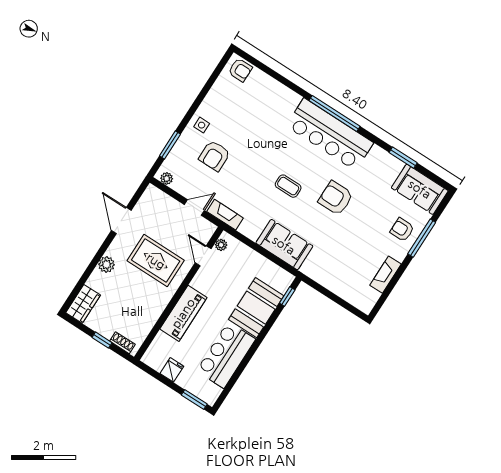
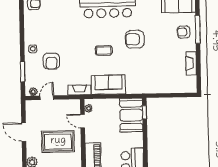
door: (194, 208) -> (47, 98), moved
sofa: (284, 245) -> (108, 85), moved
booth: (256, 308) -> (131, 115), moved

